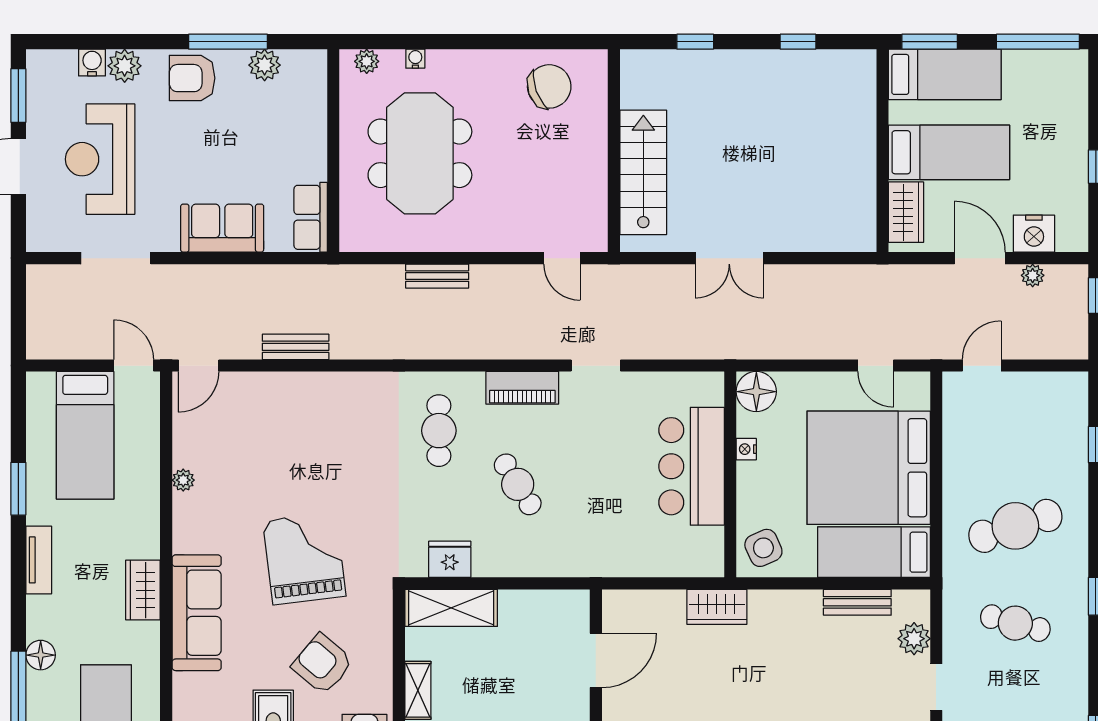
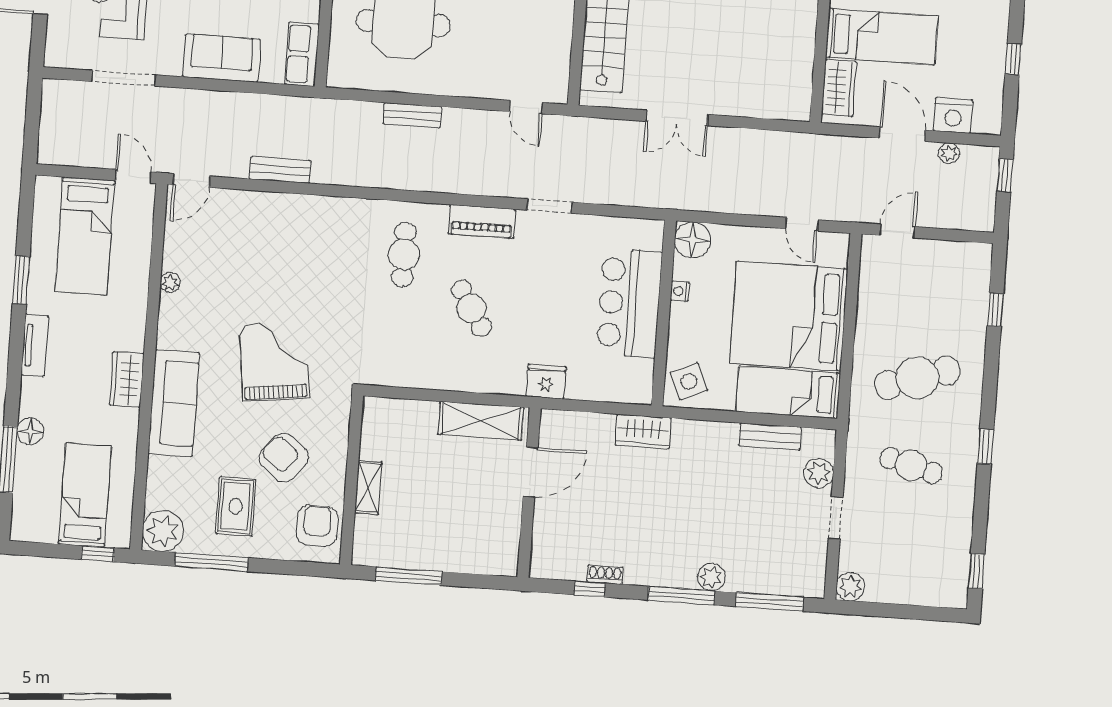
fridge: (450, 559) -> (546, 382), moved
shelving: (451, 608) -> (481, 421), moved

